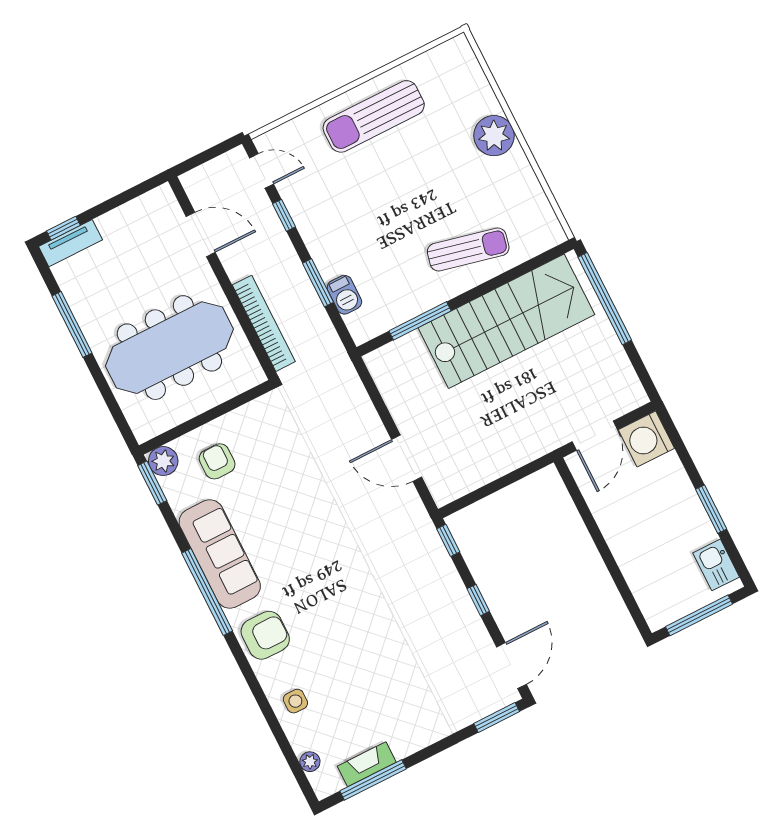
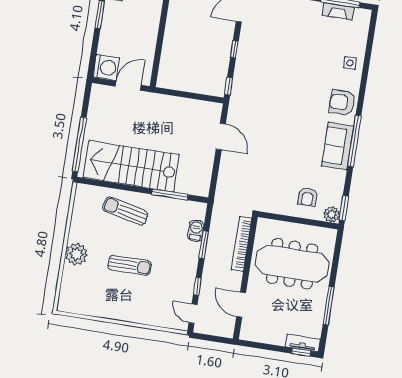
sun lounger: (374, 116) -> (130, 265), moved, width x0.73, depth x0.75
sofa: (220, 554) -> (338, 146), width x0.73
plant: (310, 762) -> (363, 31), removed

